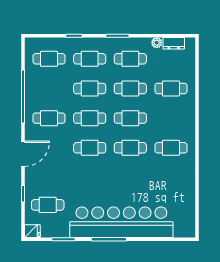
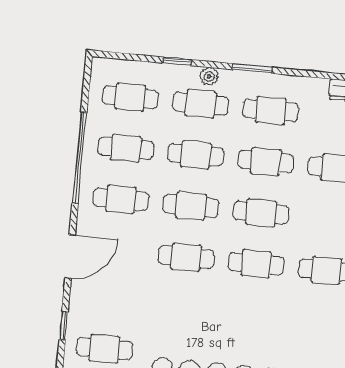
plant: (157, 43) -> (209, 76), moved
cafe table: (49, 88) -> (126, 148), added

